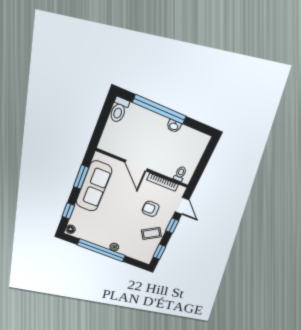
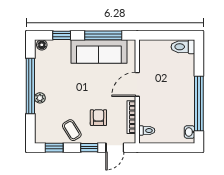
window: (159, 109) -> (199, 103), moved
washbasin: (174, 126) -> (190, 132), moved
window: (81, 177) -> (103, 35), width x1.44

